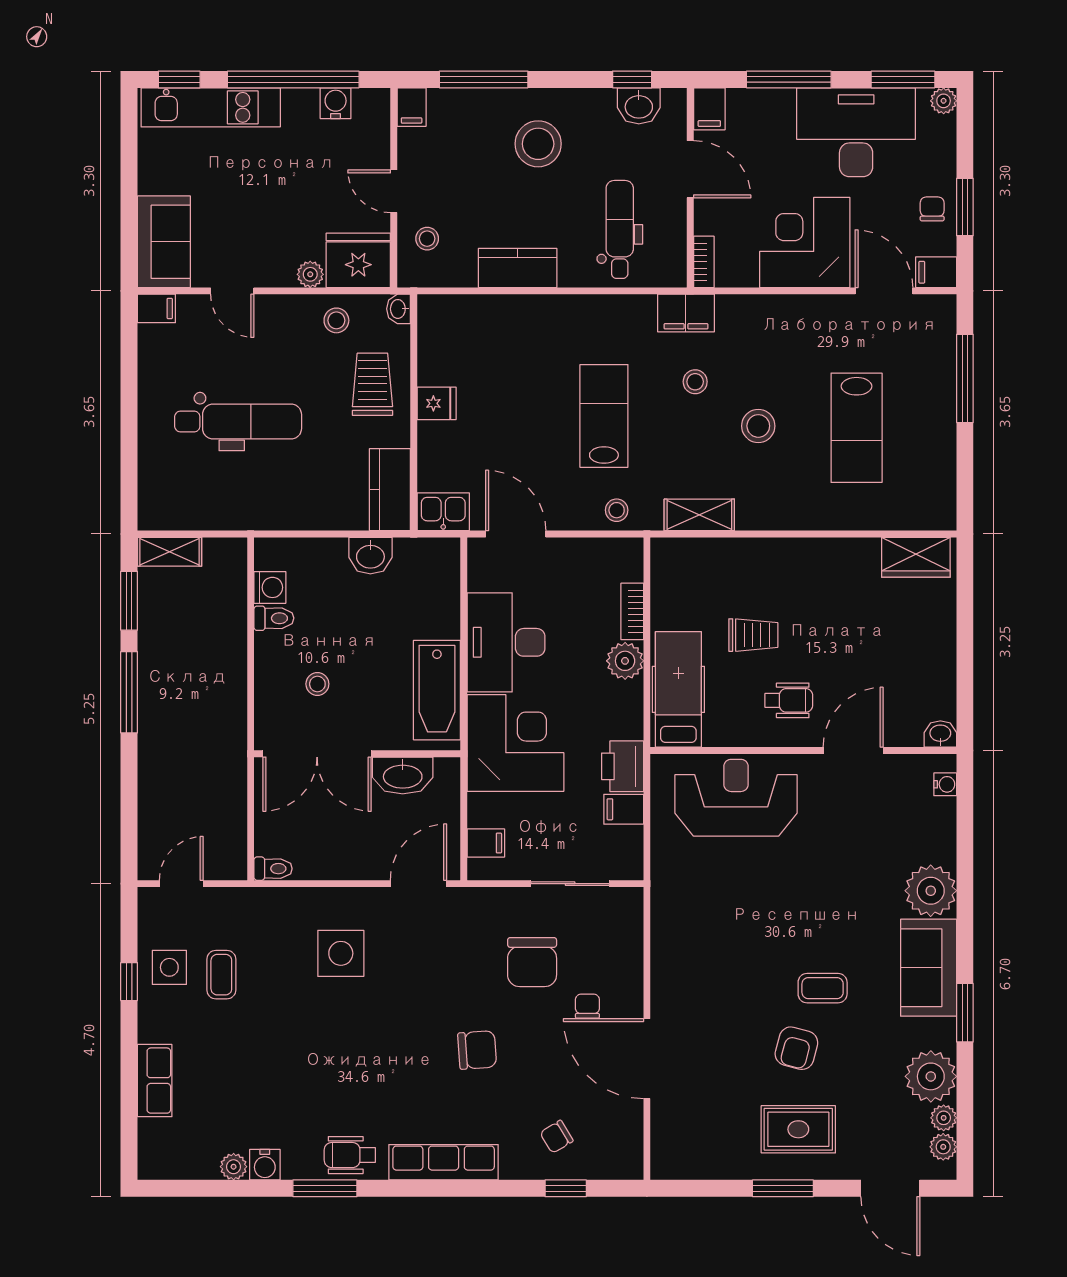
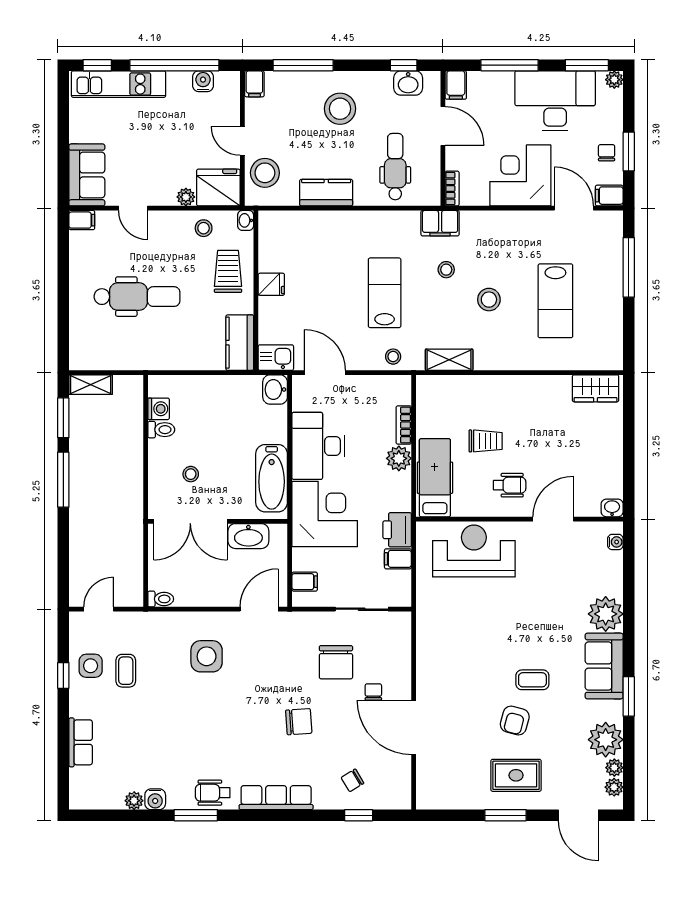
stool: (427, 239) -> (265, 173), width x1.89, depth x1.89
washbasin: (370, 556) -> (275, 390), moved, turned 90

